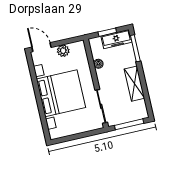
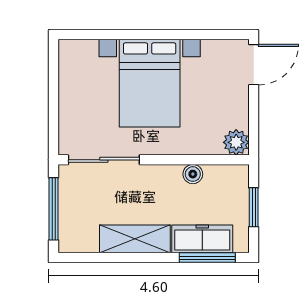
freezer: (116, 39) -> (202, 239), moved, turned 90
plant: (63, 51) -> (236, 142), moved
bed with nightstands: (61, 93) -> (150, 83), width x0.73

